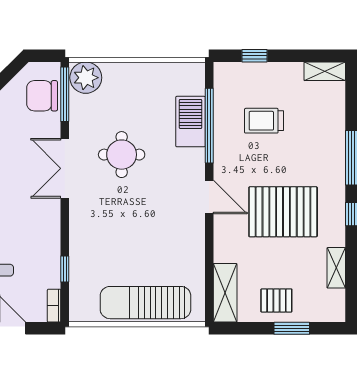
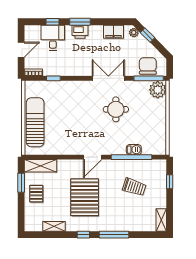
trolley: (264, 121) -> (134, 187), turned 108
barbecue: (191, 122) -> (134, 150), width x0.53, depth x0.65
window: (292, 328) -> (21, 183), moved

